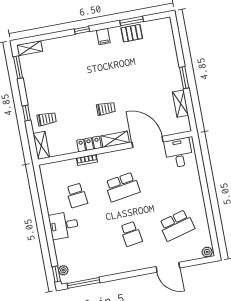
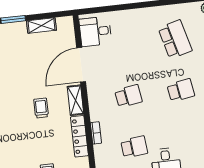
locker: (89, 144) -> (79, 136), width x1.53
school desk: (122, 187) -> (128, 96), width x0.54

